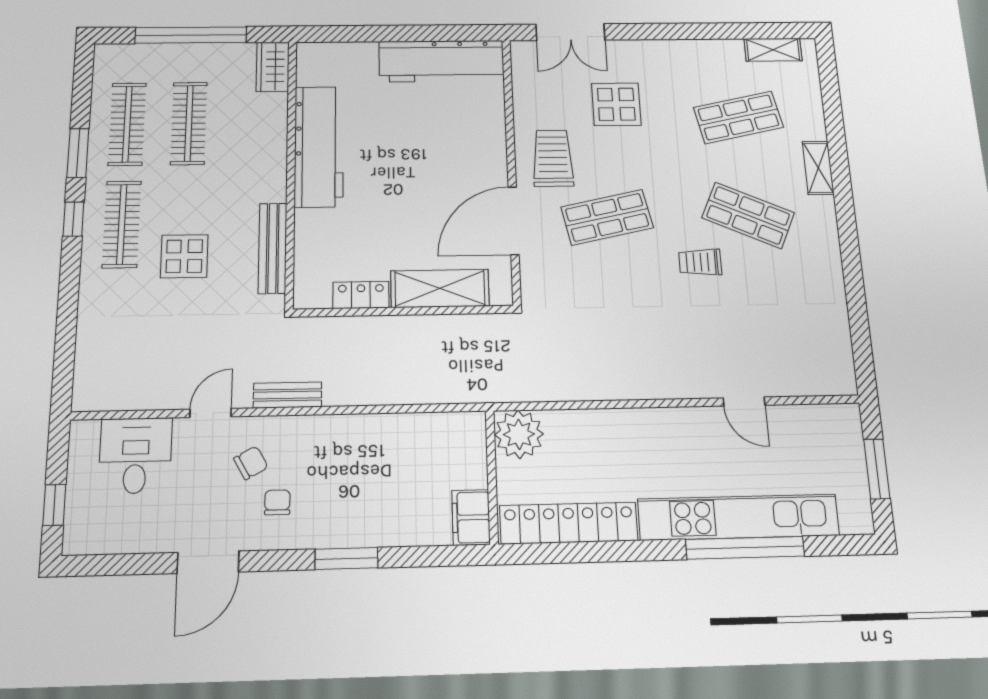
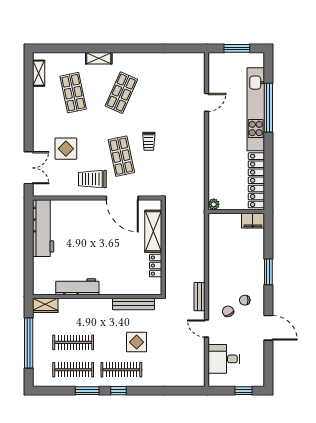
workbench: (319, 146) -> (77, 287), width x0.73, depth x0.76
trolley: (700, 262) -> (149, 141), moved
plant: (519, 434) -> (214, 204), width x0.53, depth x0.53

